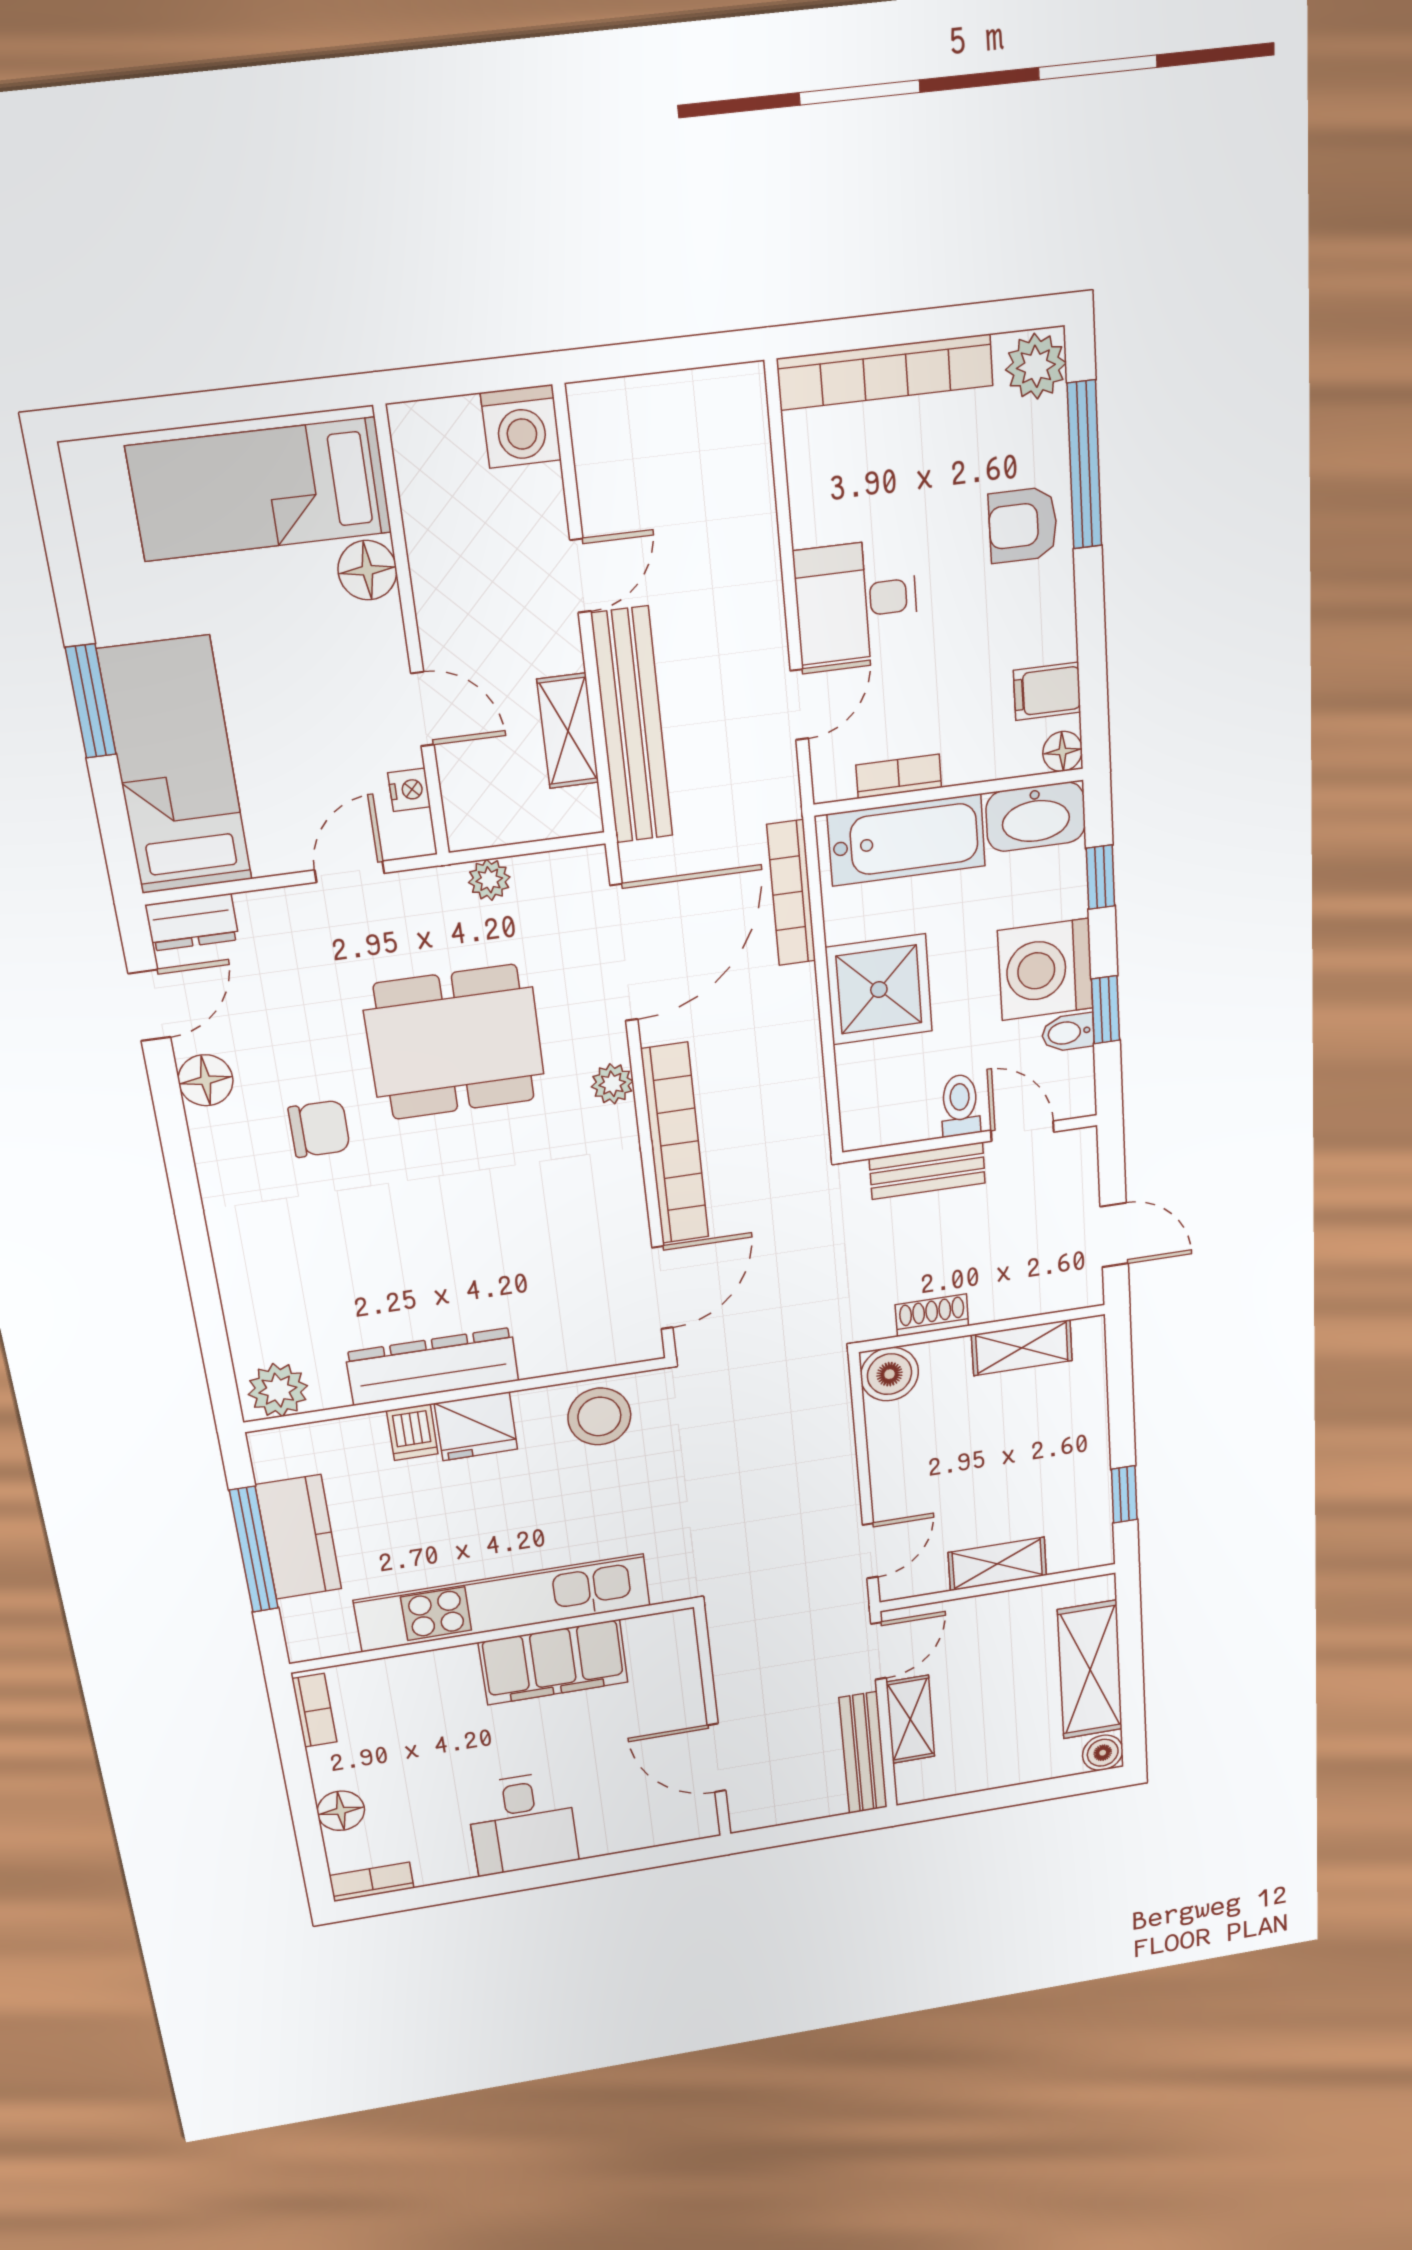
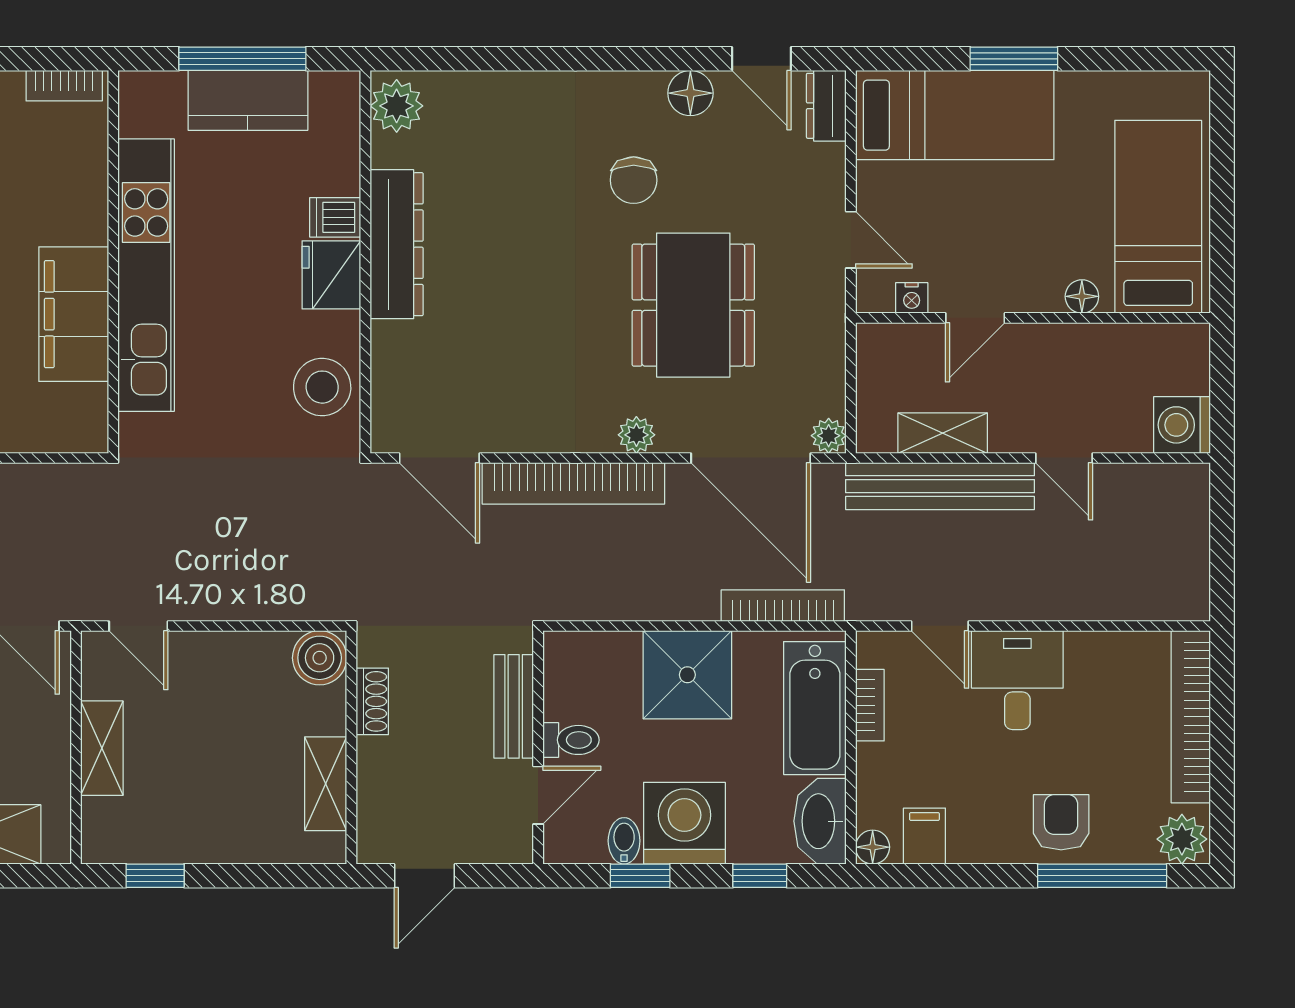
floor lamp: (367, 570) -> (1082, 296), width x0.73, depth x0.73
plant: (489, 880) -> (829, 436), moved

